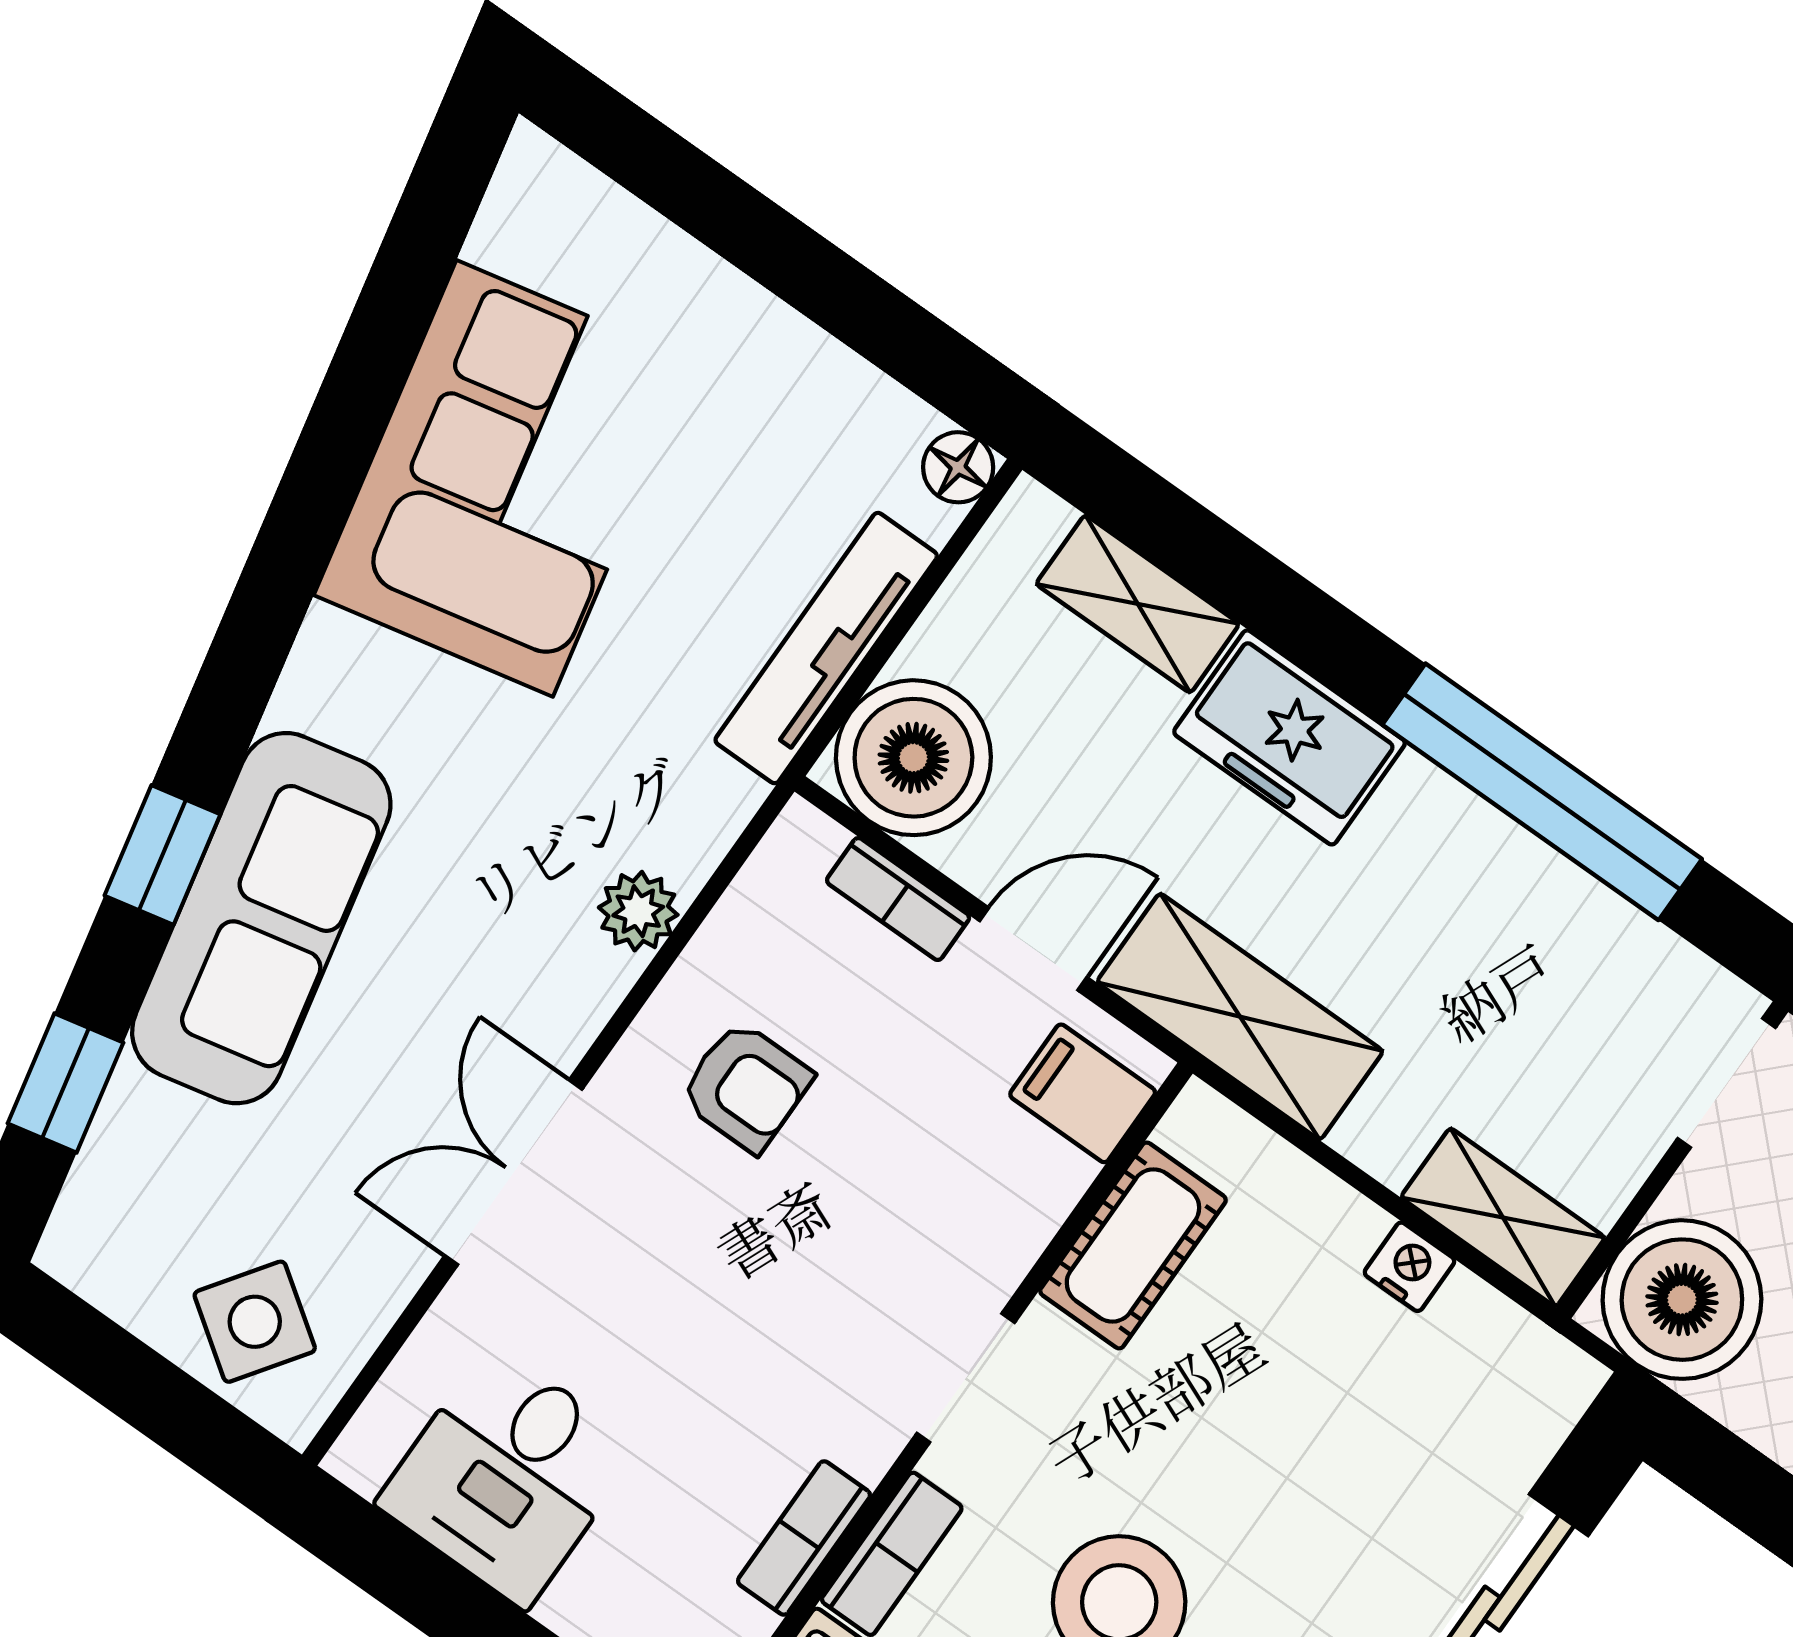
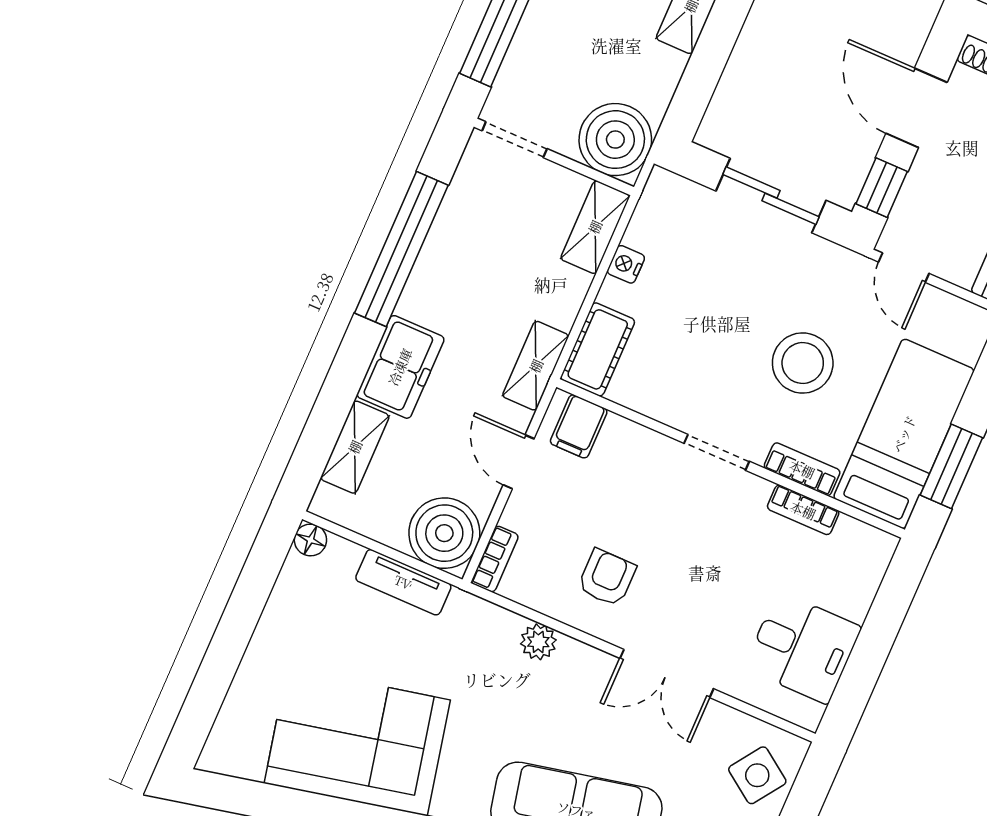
tv unit: (826, 648) -> (403, 582), width x0.71
bookcase: (898, 899) -> (495, 559), moved
shelving: (1240, 1017) -> (536, 366), width x0.67, depth x0.75
cot: (1133, 1245) -> (598, 349), moved, turned 90

